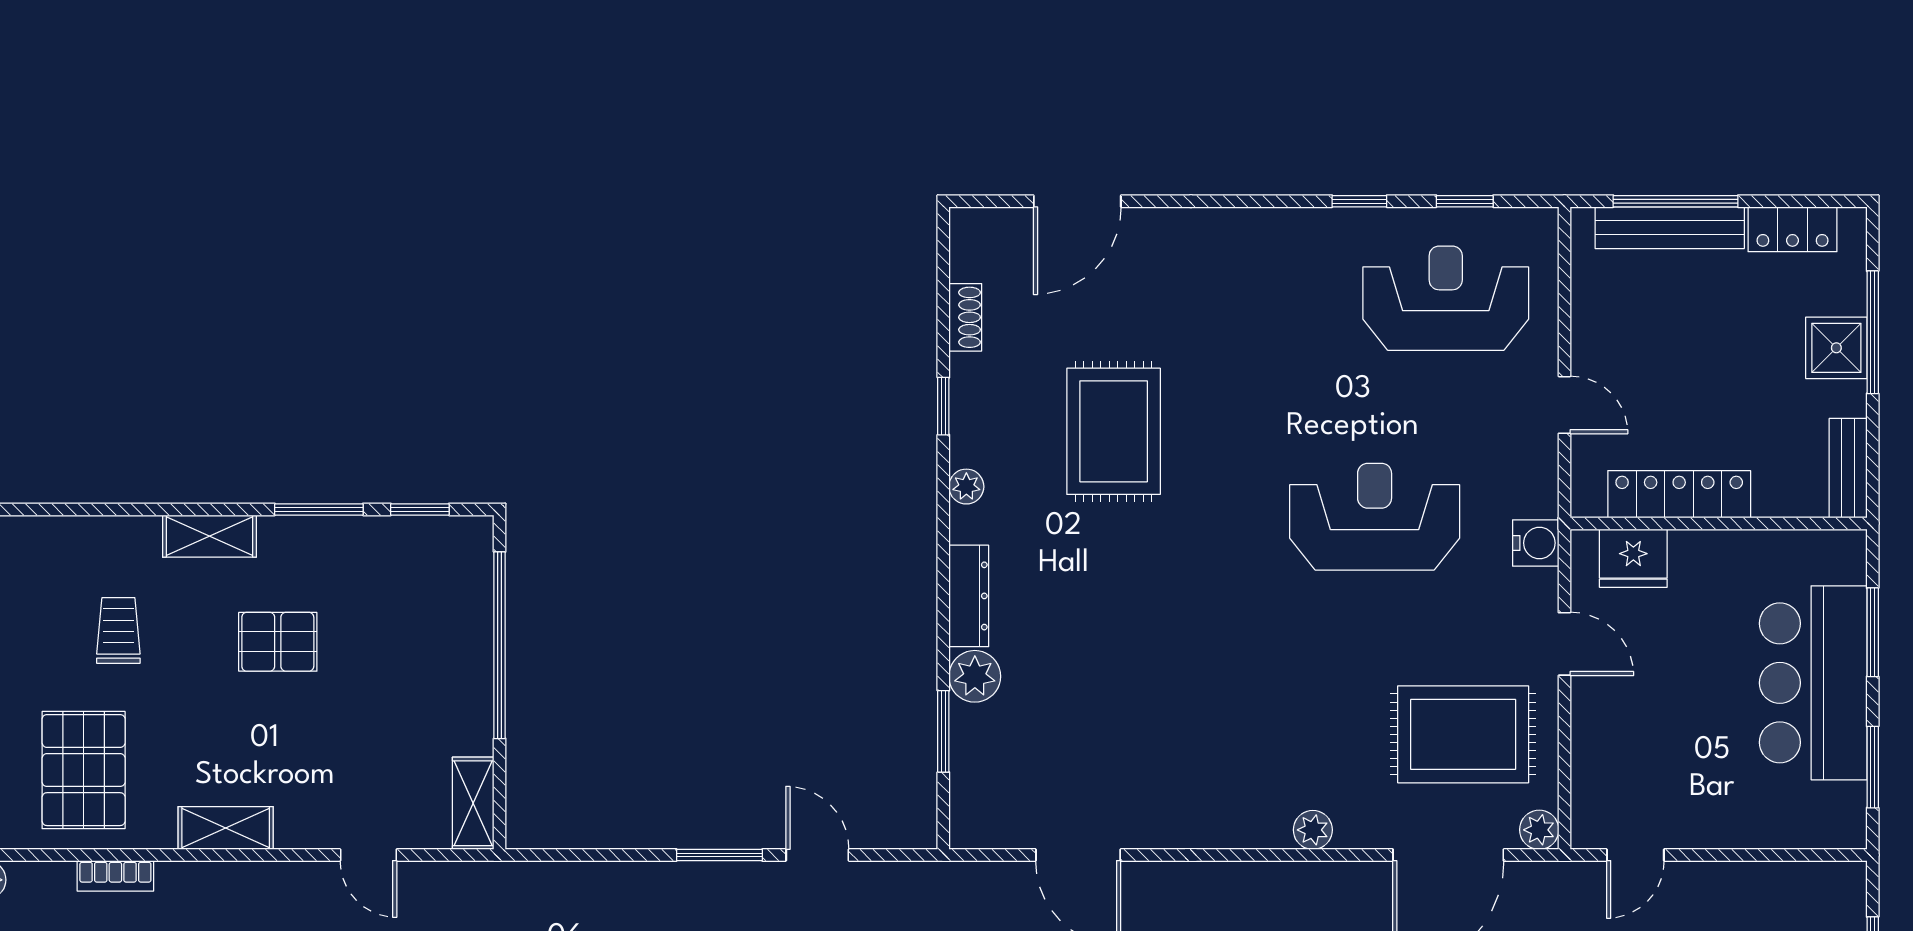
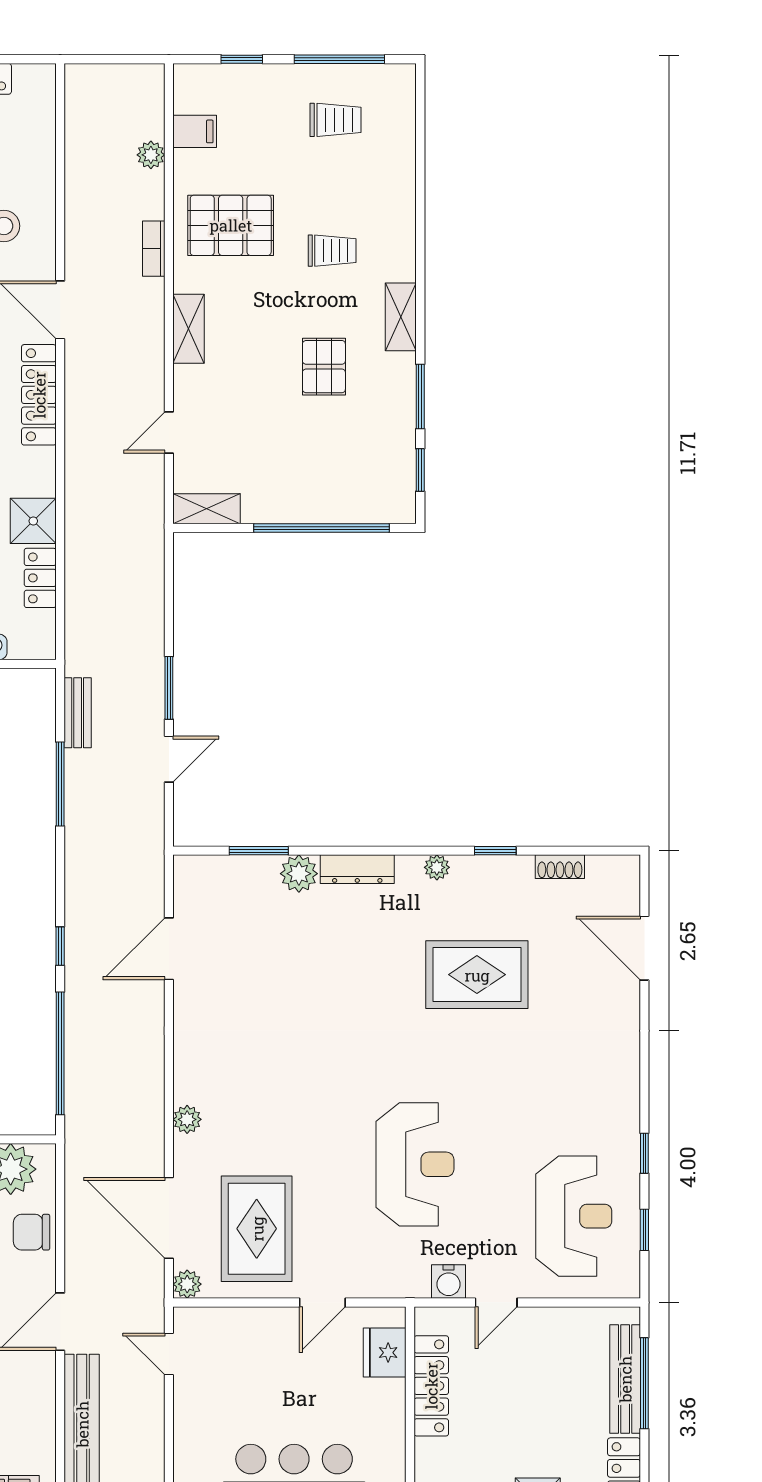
water cooler: (1536, 543) -> (449, 1282), moved

